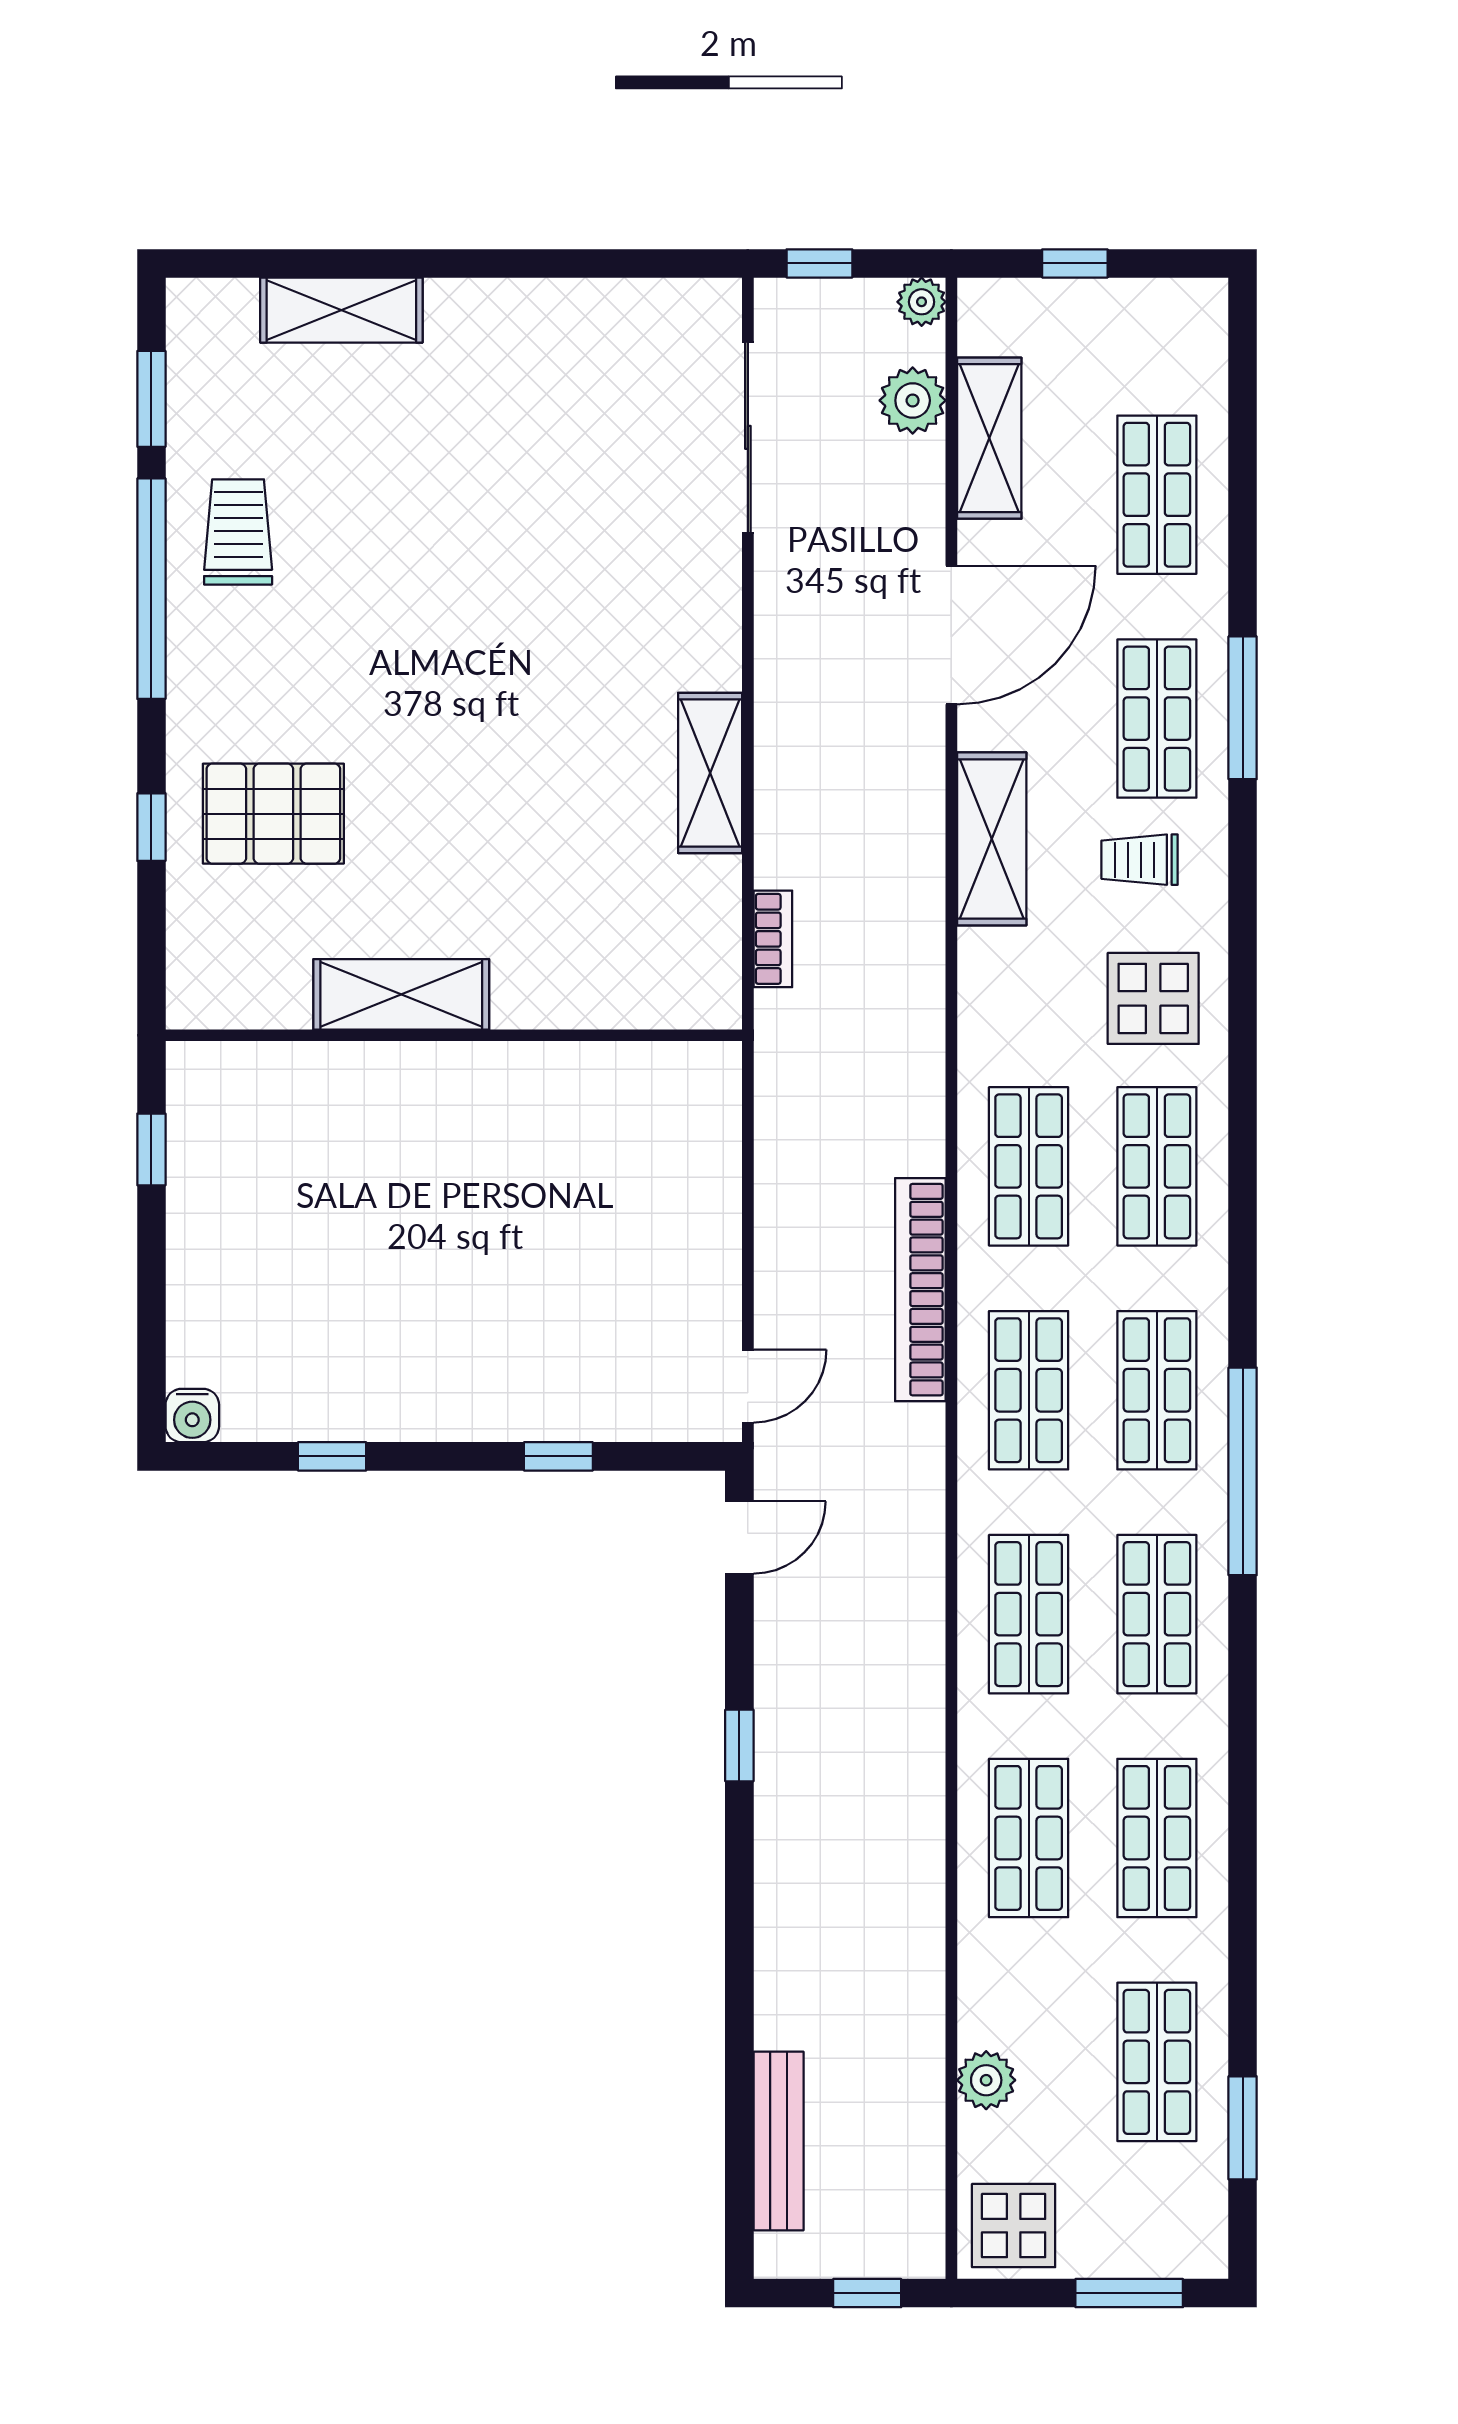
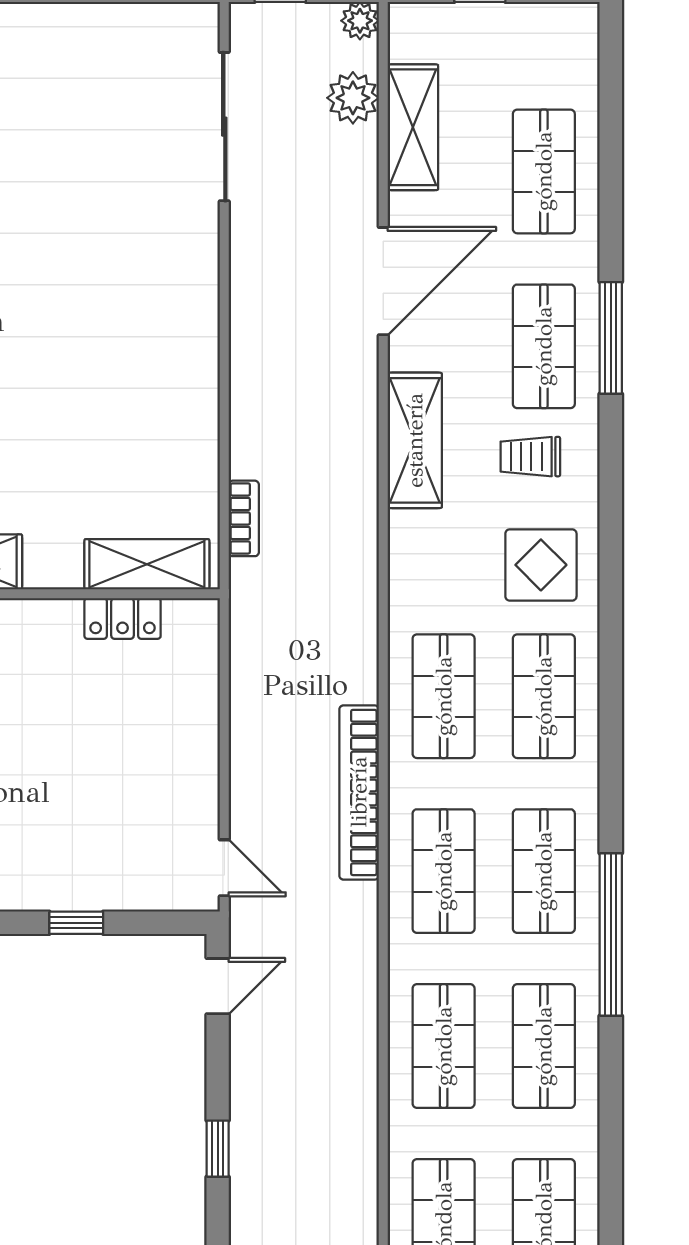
shelving: (710, 773) -> (147, 564), moved, turned 90
locker: (618, 1067) -> (123, 618), added
door: (748, 1386) -> (224, 868), hinge flipped

